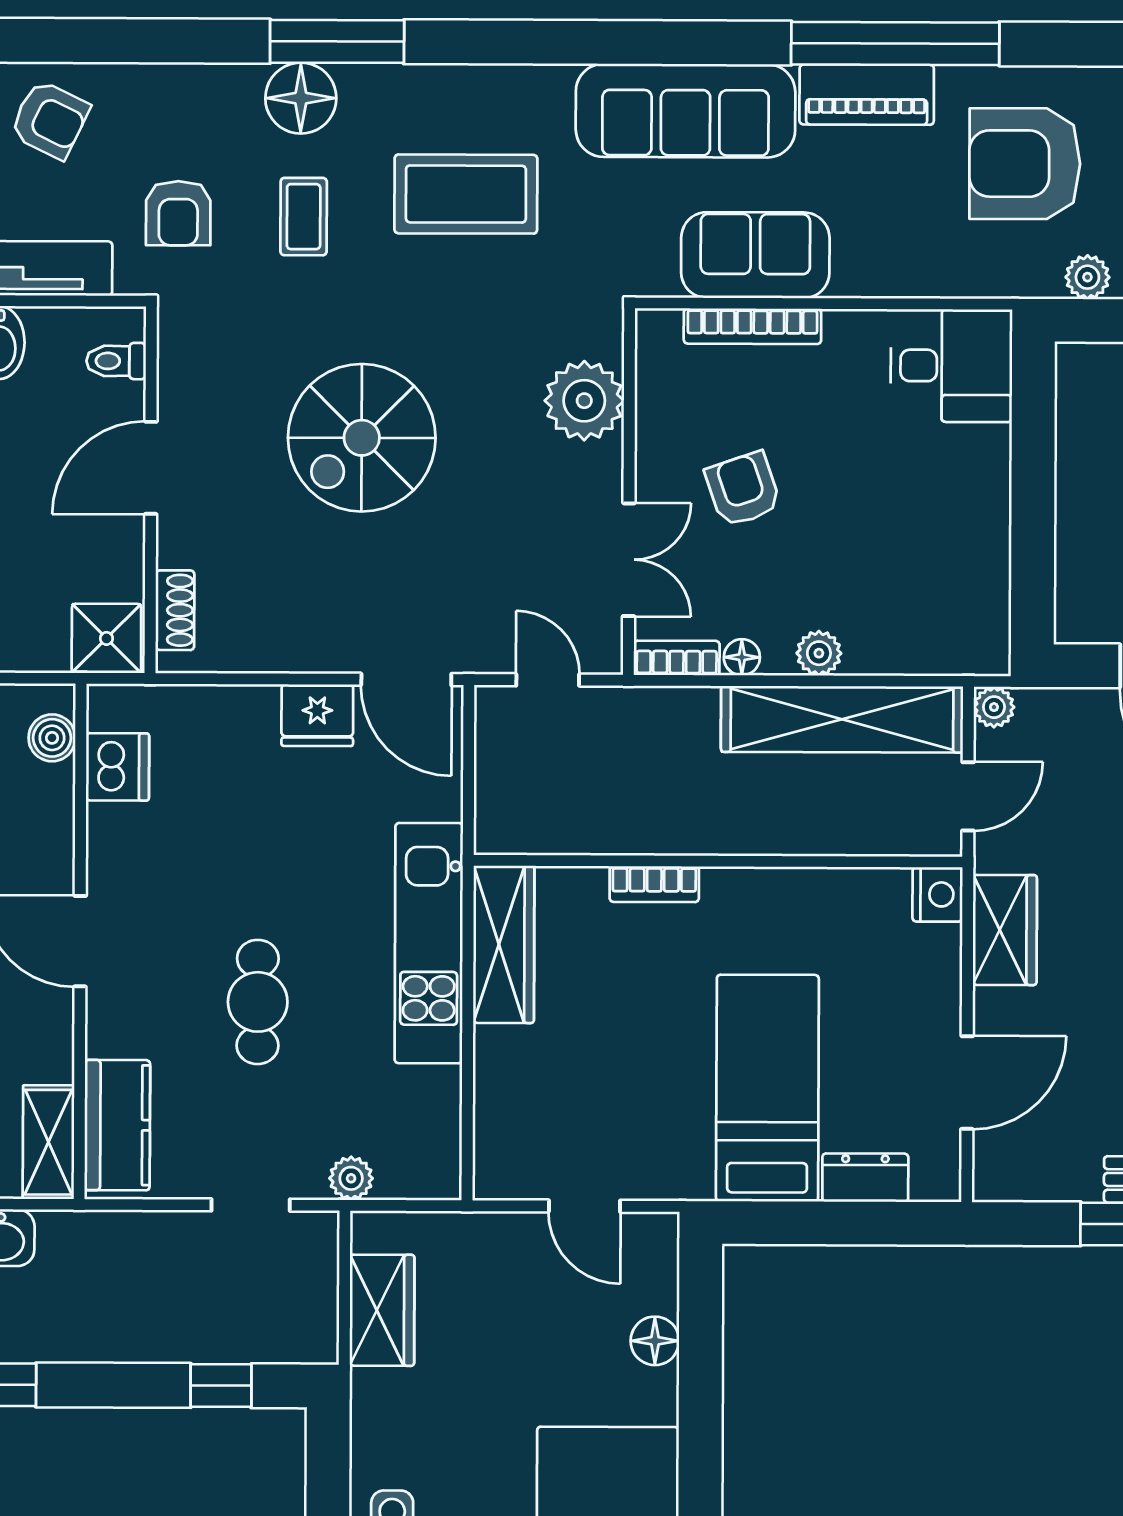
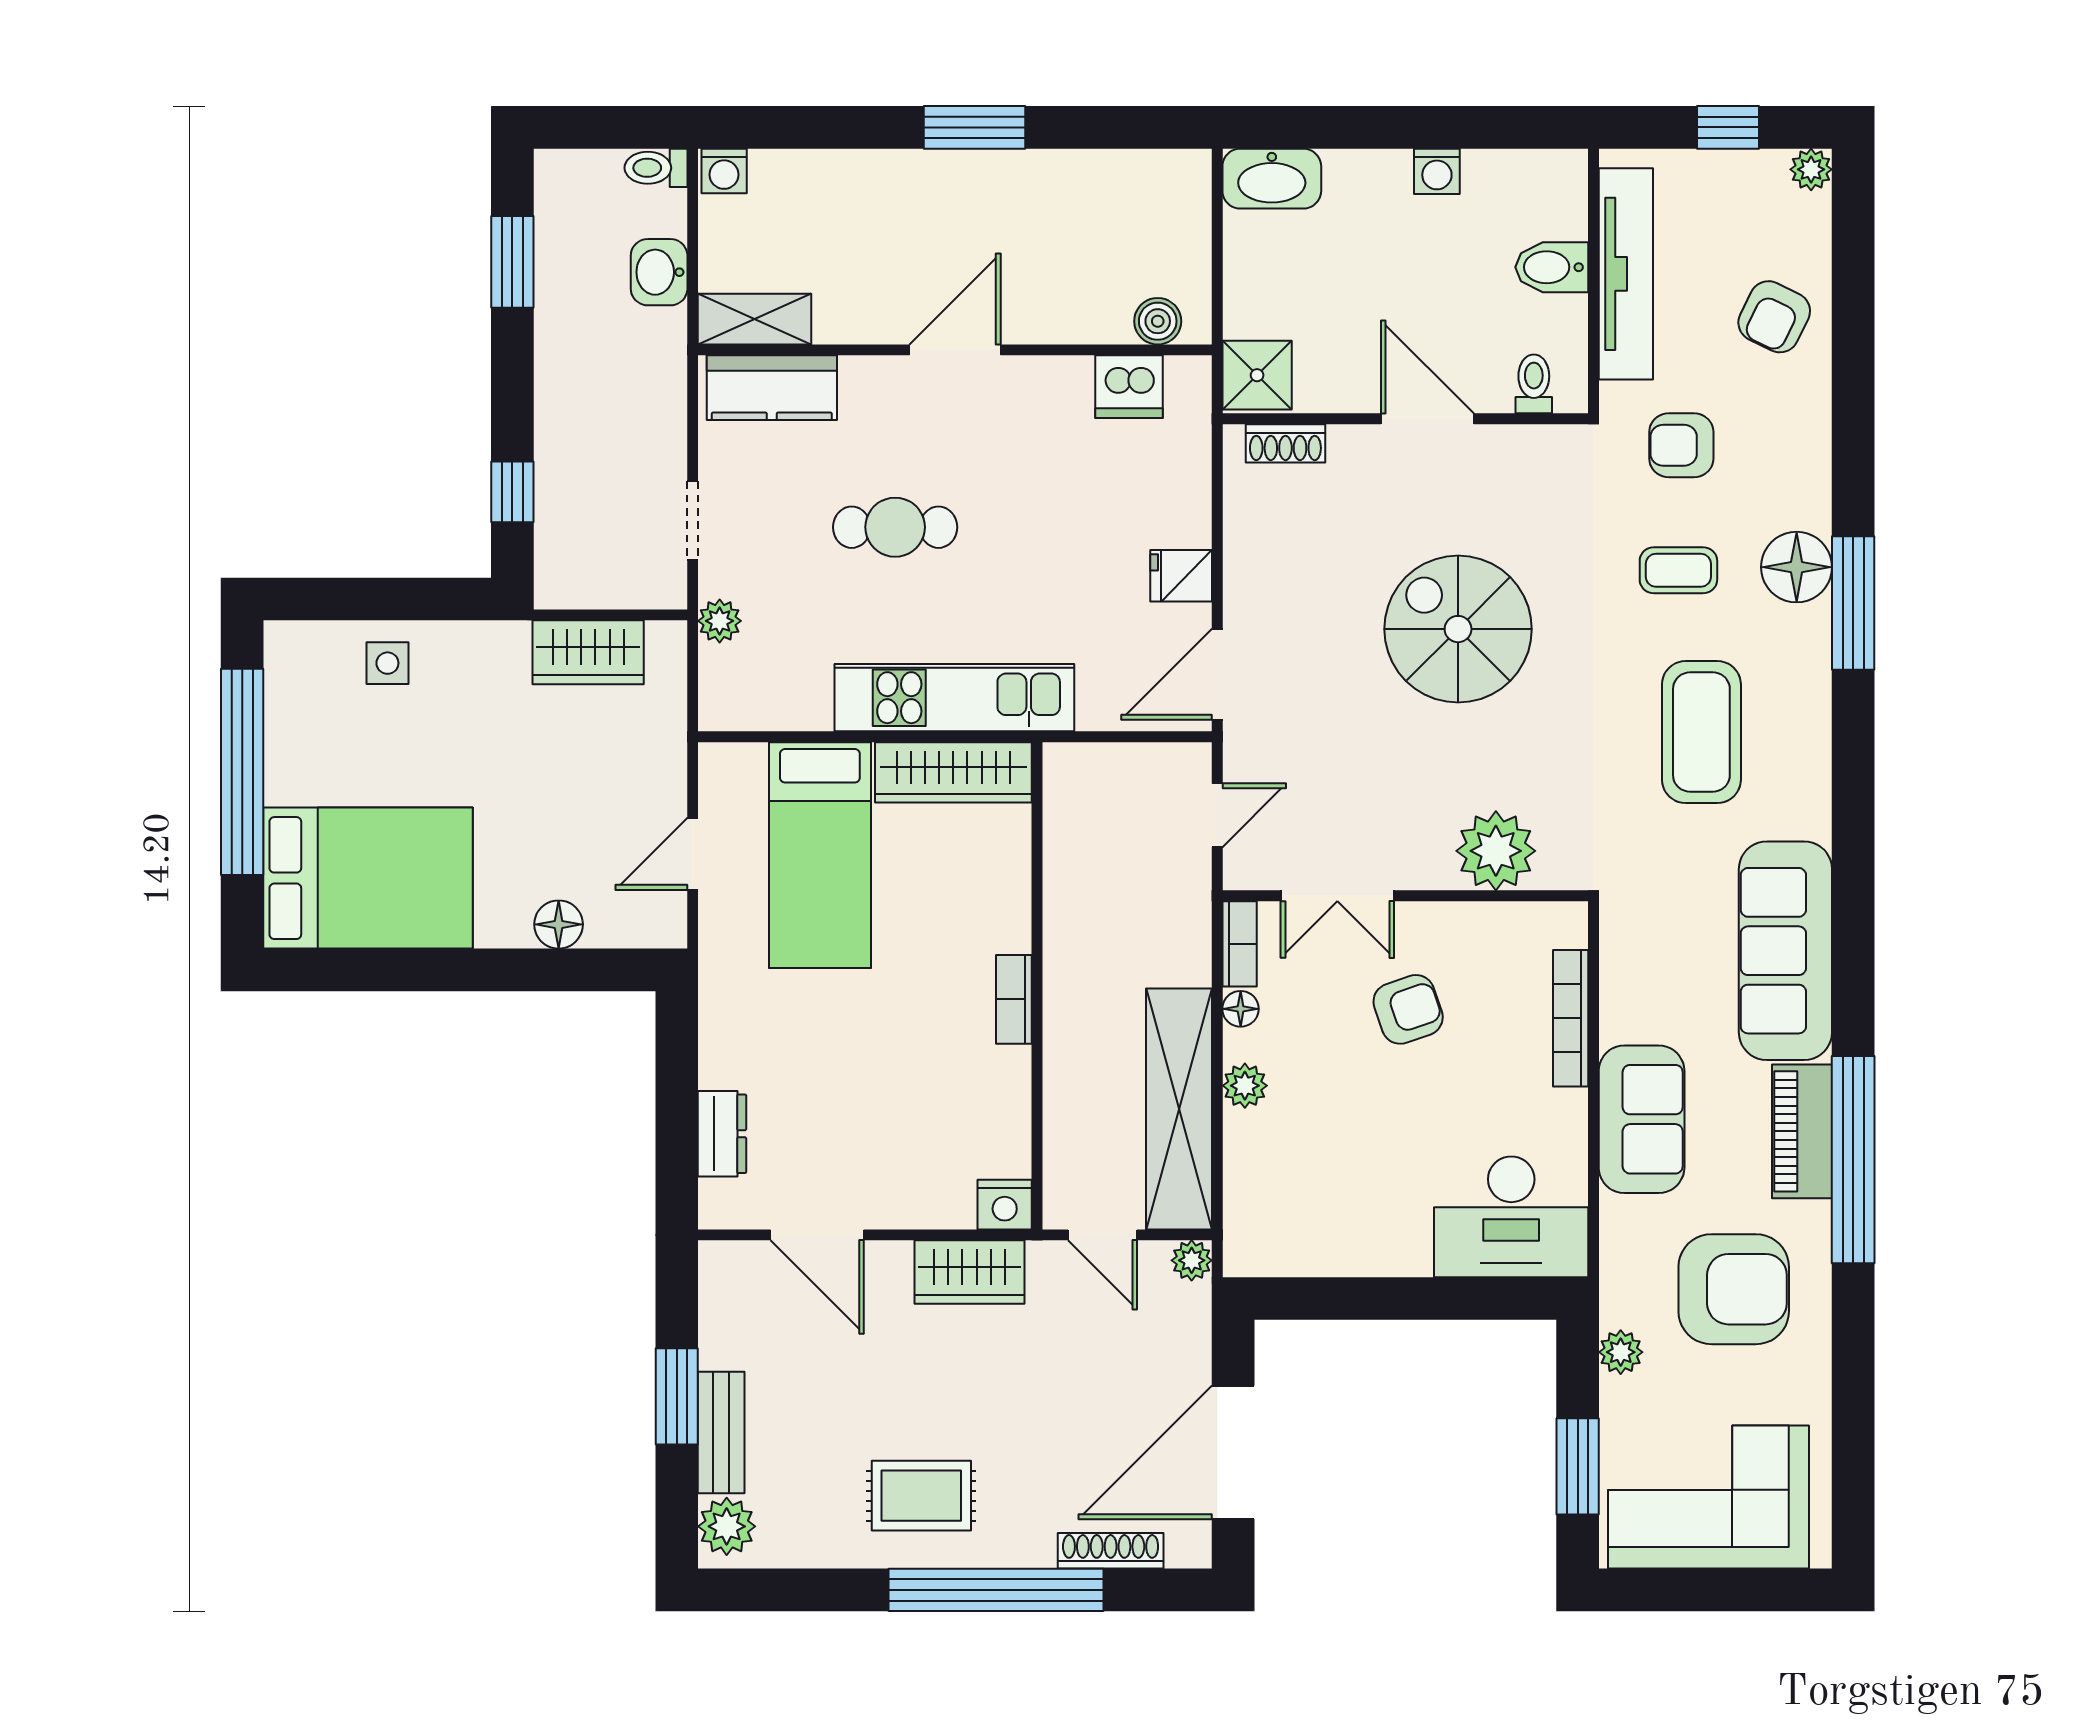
armchair: (1025, 164) -> (1734, 1289), turned 90
sofa: (755, 255) -> (1642, 1119), moved
desk: (951, 366) -> (1511, 1217), width x1.37
fridge: (317, 715) -> (1181, 576), width x0.72
bookcase: (654, 884) -> (1014, 999), moved
bed: (767, 1088) -> (820, 855), moved, turned 90

